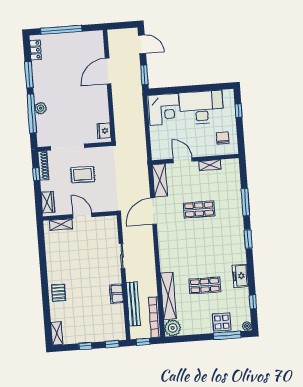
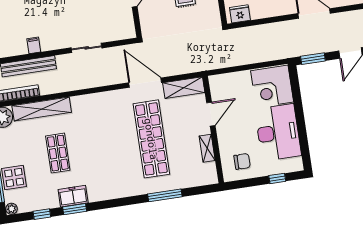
shop shelf: (199, 209) -> (151, 139), width x2.00, depth x1.36
window: (248, 239) -> (75, 209), moved
filing cabinet: (116, 294) -> (34, 45), width x0.50

